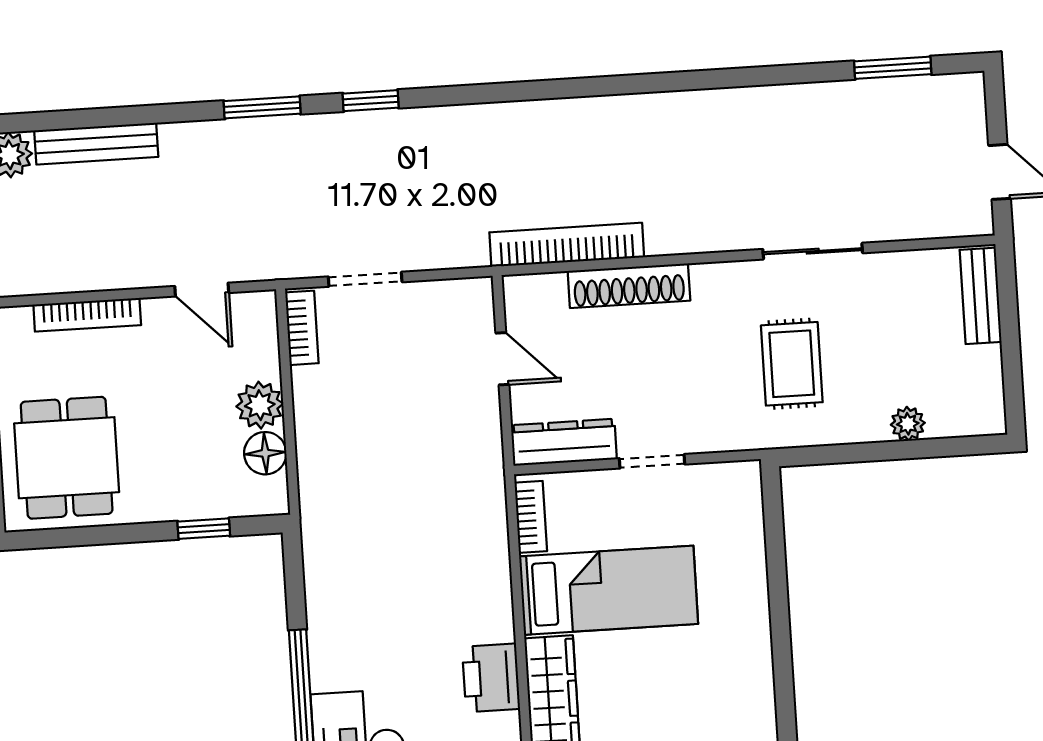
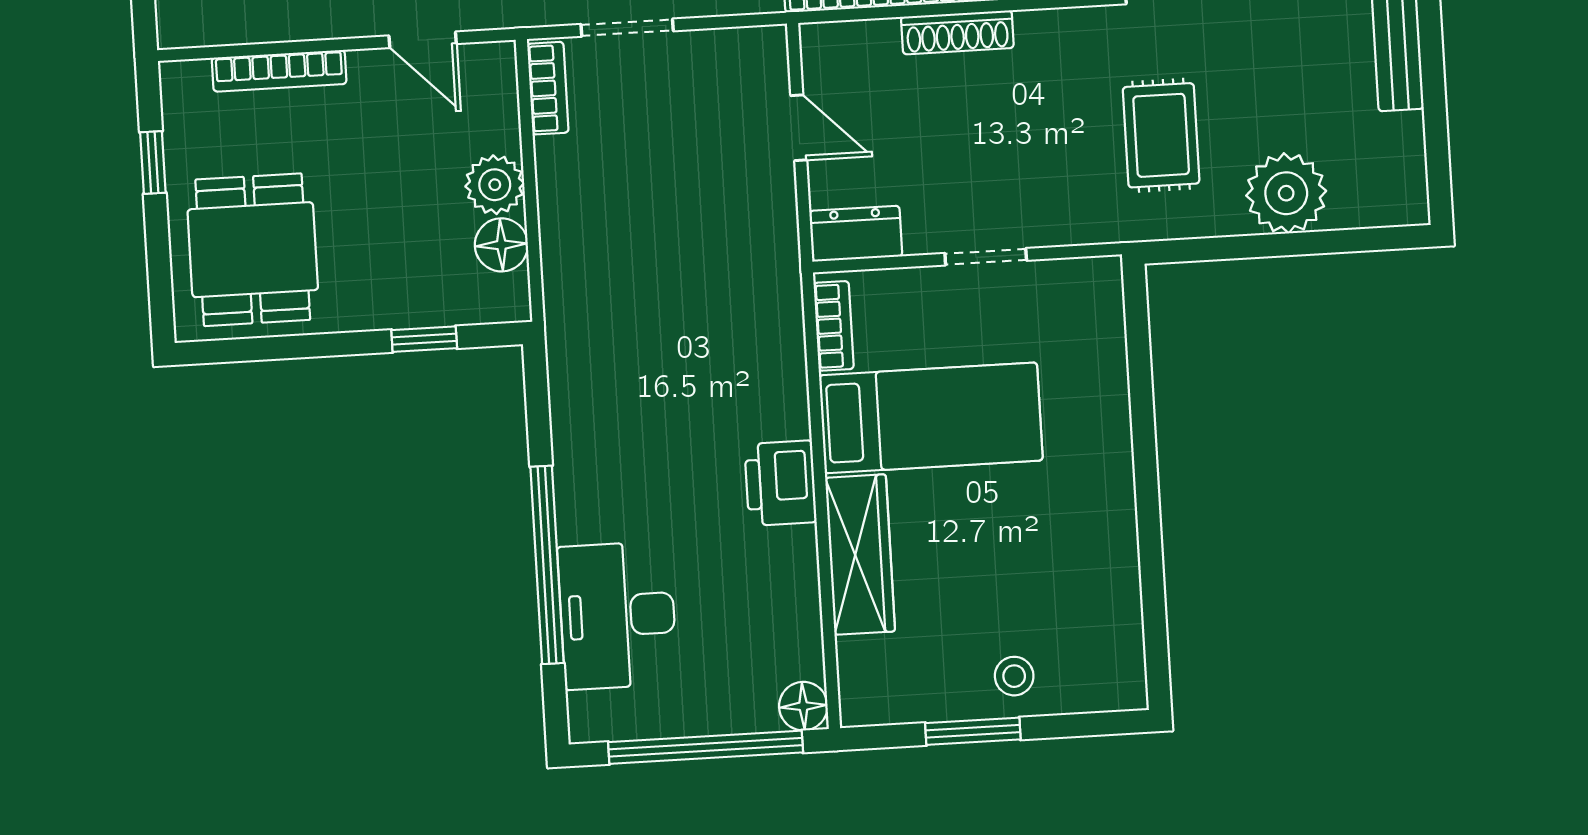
shoe rack: (629, 286) -> (957, 32), width x0.74, depth x0.81
plant: (908, 424) -> (1286, 193), width x1.87, depth x1.87
dresser: (564, 442) -> (856, 234), width x0.70
printer: (491, 678) -> (780, 483), moved

